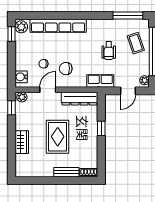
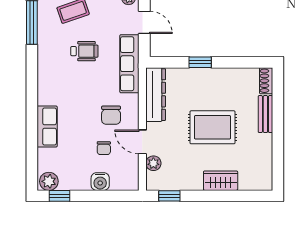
row of seats: (58, 26) -> (47, 126), width x0.50
water cooler: (21, 77) -> (100, 182), moved
row of seats: (100, 81) -> (129, 64), width x1.48
plant: (22, 97) -> (153, 163), moved

